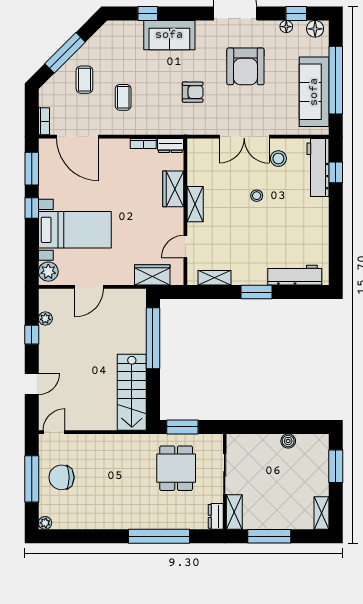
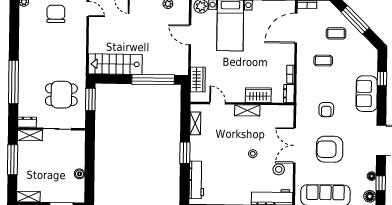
armchair: (245, 66) -> (330, 149), moved

